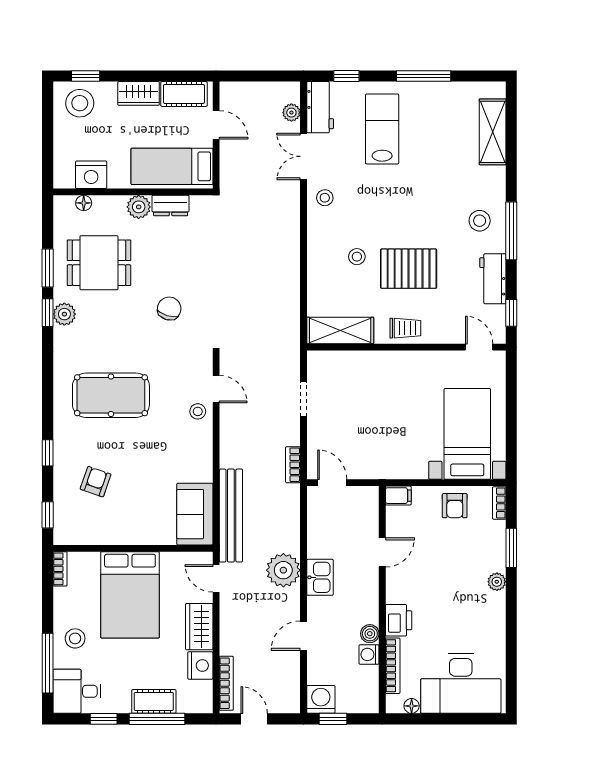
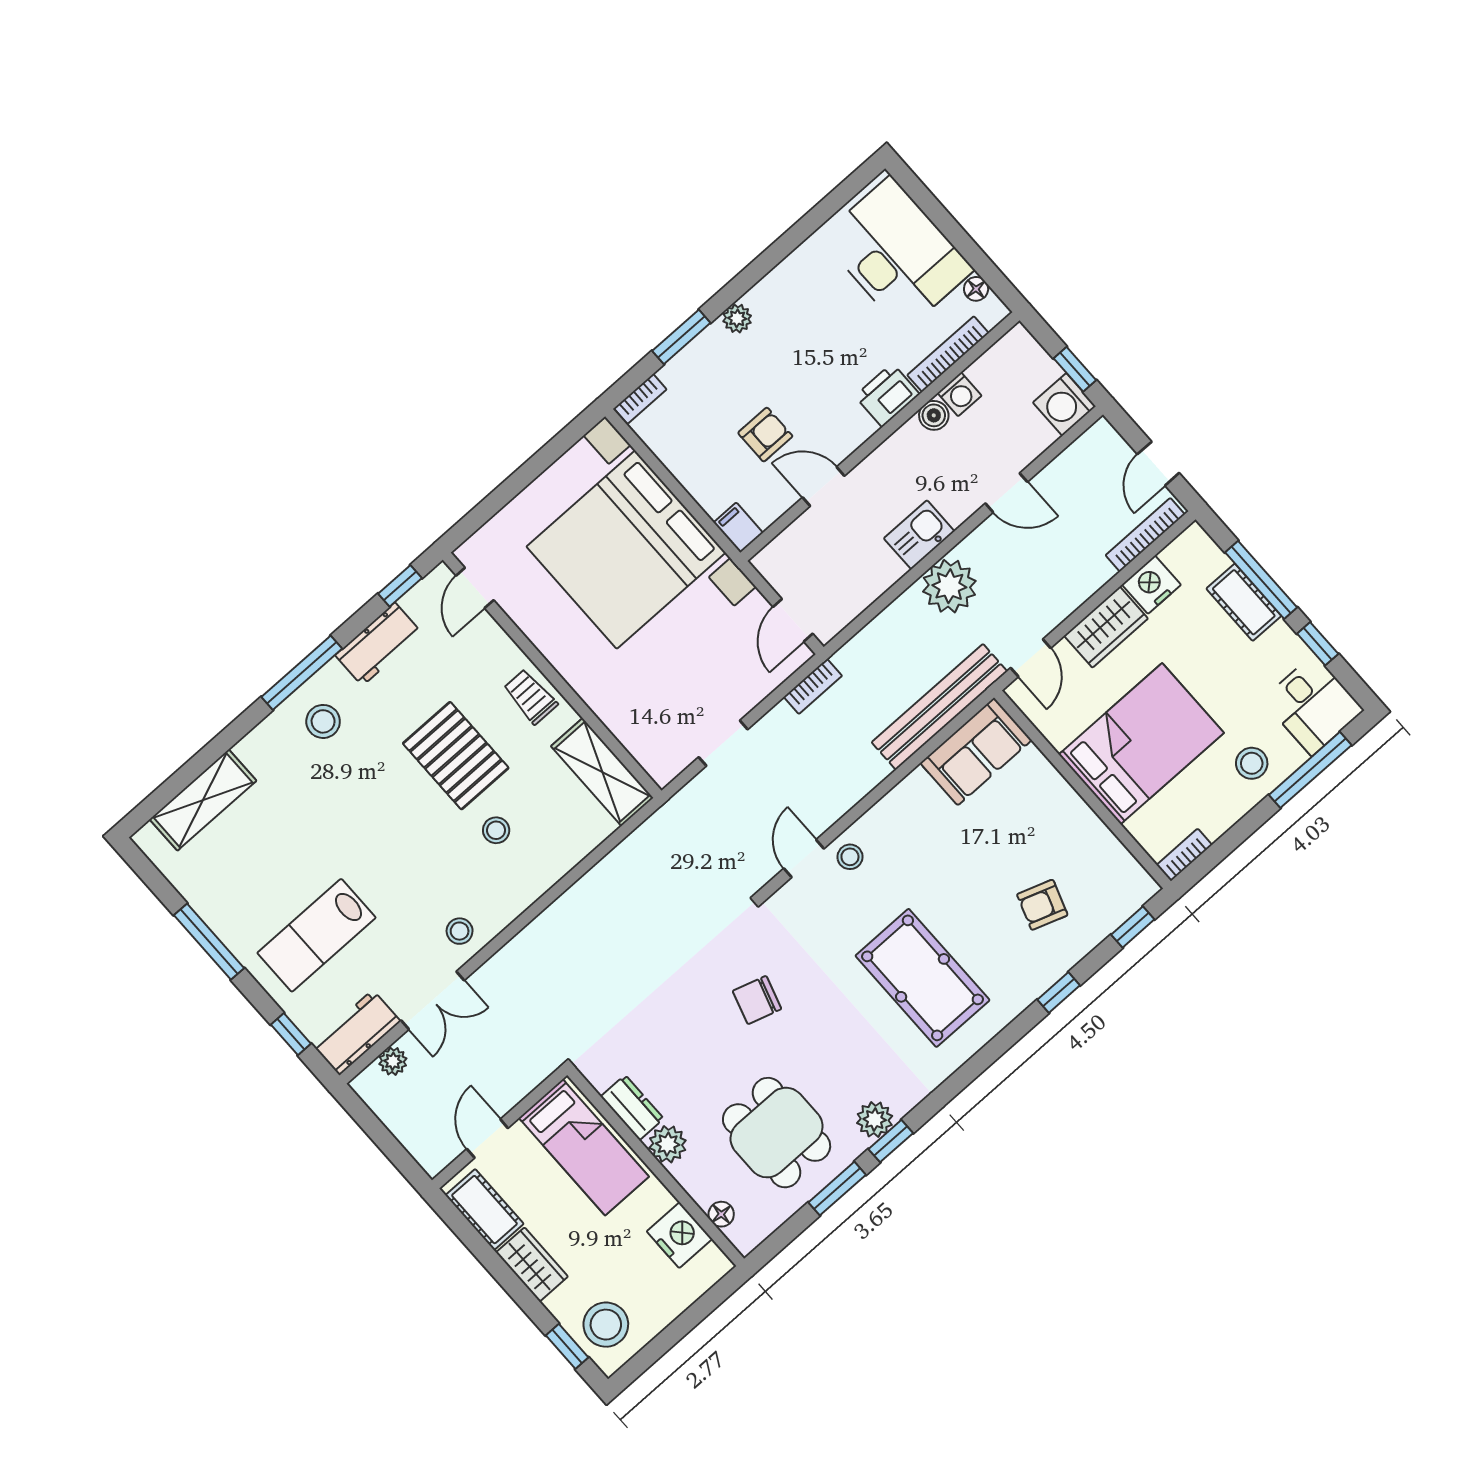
bed with nightstands: (467, 434) -> (626, 550), width x1.85
armchair: (455, 506) -> (765, 435), moved

